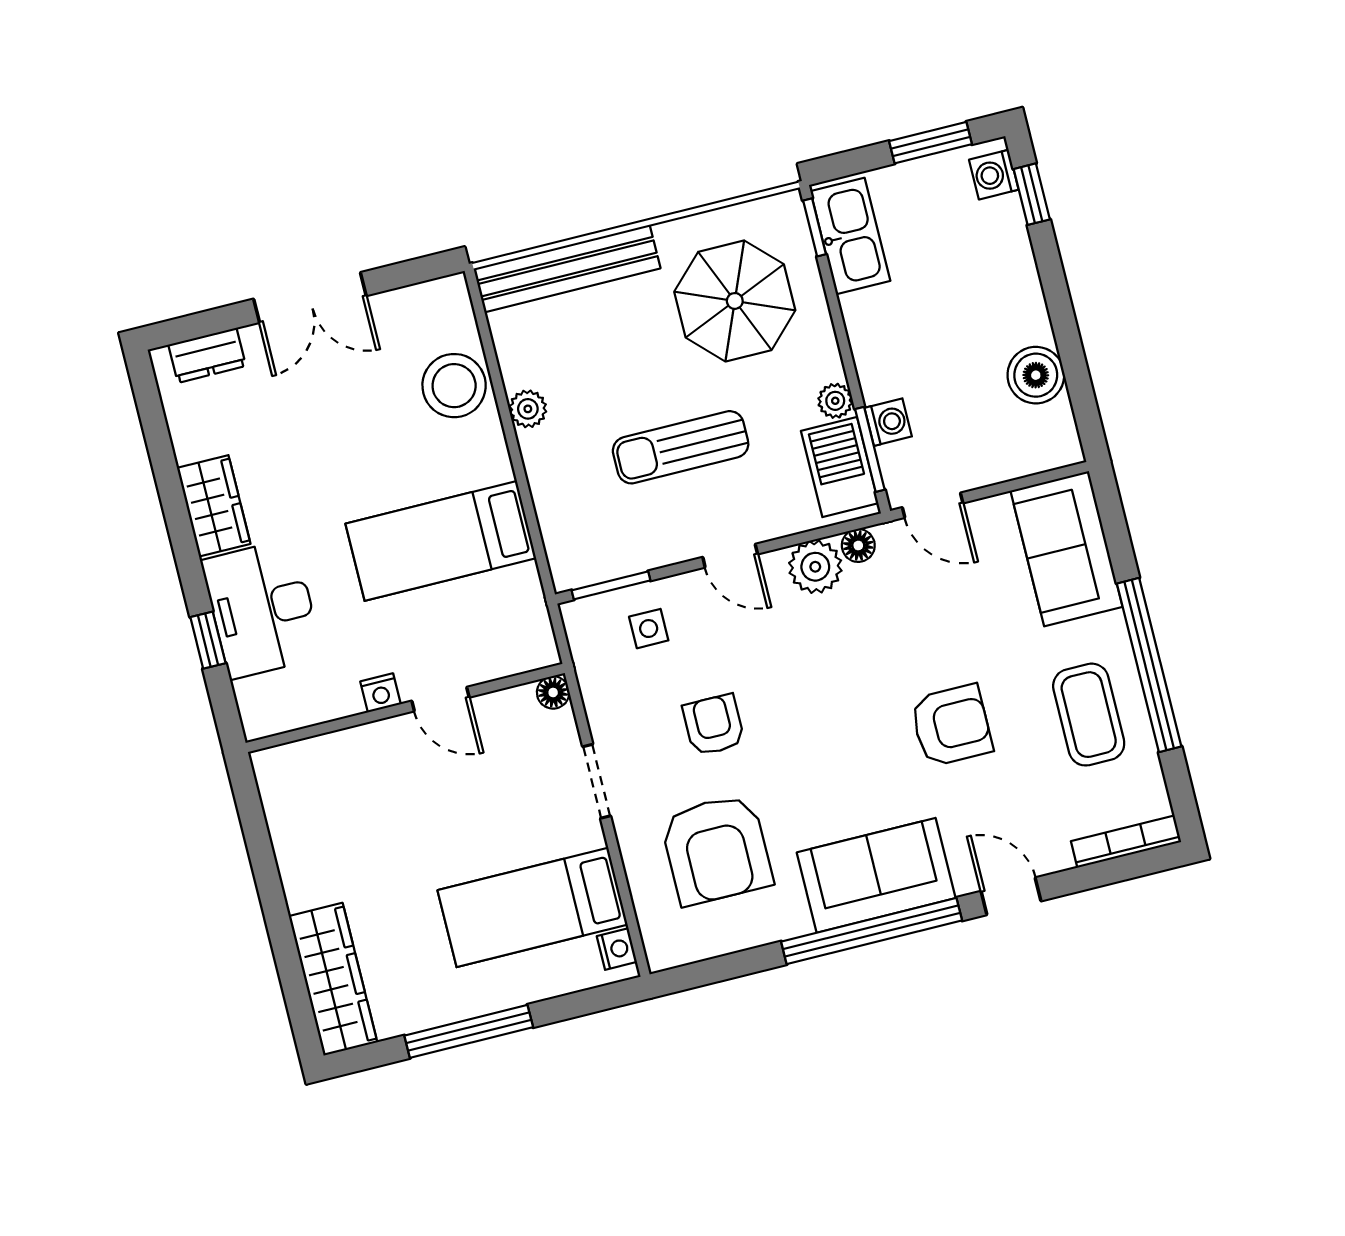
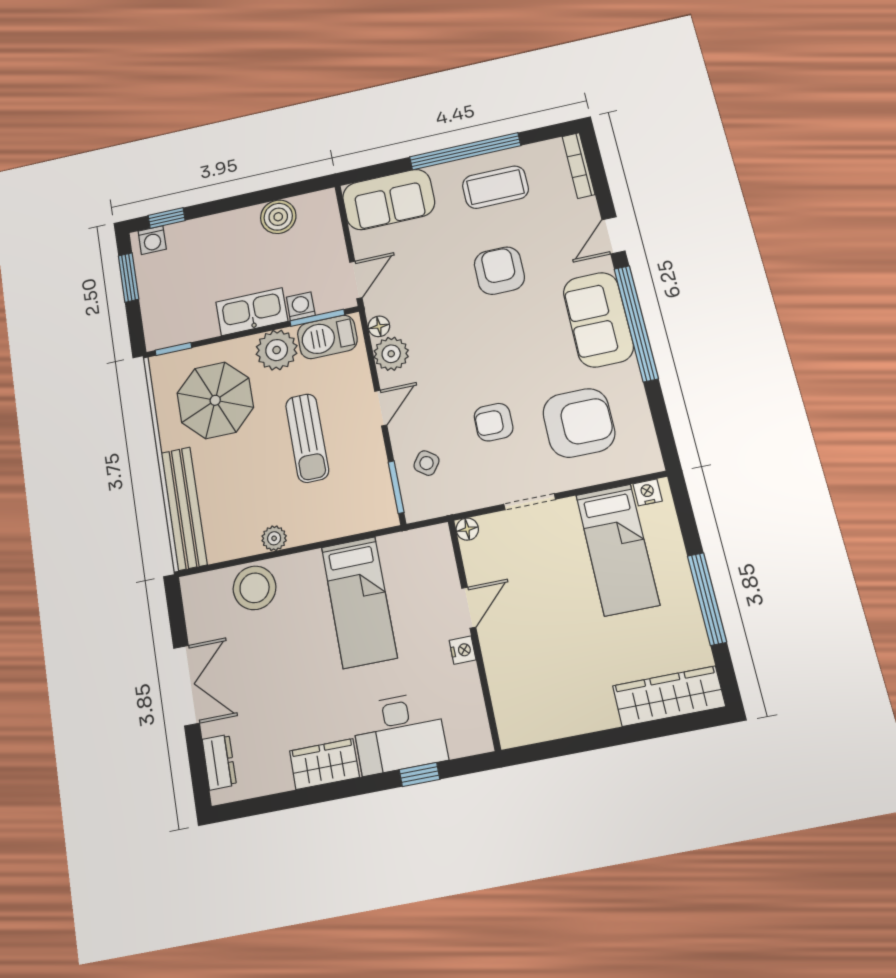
kitchen sink: (850, 236) -> (252, 312), moved
plant: (835, 401) -> (277, 350), width x1.87, depth x1.87
side table: (649, 629) -> (427, 463), turned 36

